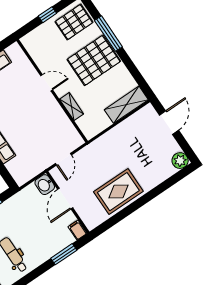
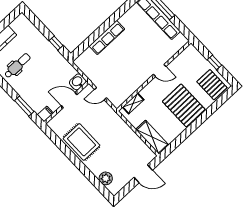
window: (108, 34) -> (207, 114), removed
door: (47, 83) -> (160, 70), hinge flipped
shelving: (72, 107) -> (133, 103), moved
plant: (180, 161) -> (106, 178), moved

